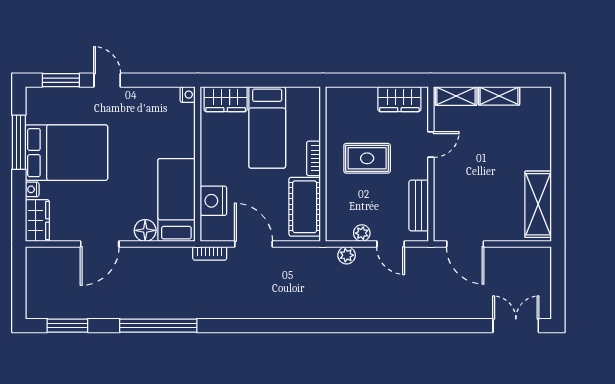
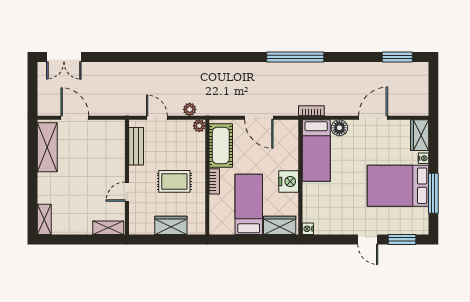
shelving: (499, 96) -> (44, 219), moved, turned 90
wardrobe: (399, 99) -> (171, 225), moved
nightstand: (213, 201) -> (289, 181), moved
plant: (362, 233) -> (199, 126), moved
door: (465, 244) -> (75, 118), moved
bookcase: (210, 253) -> (311, 111), moved
window: (158, 326) -> (295, 57), moved

